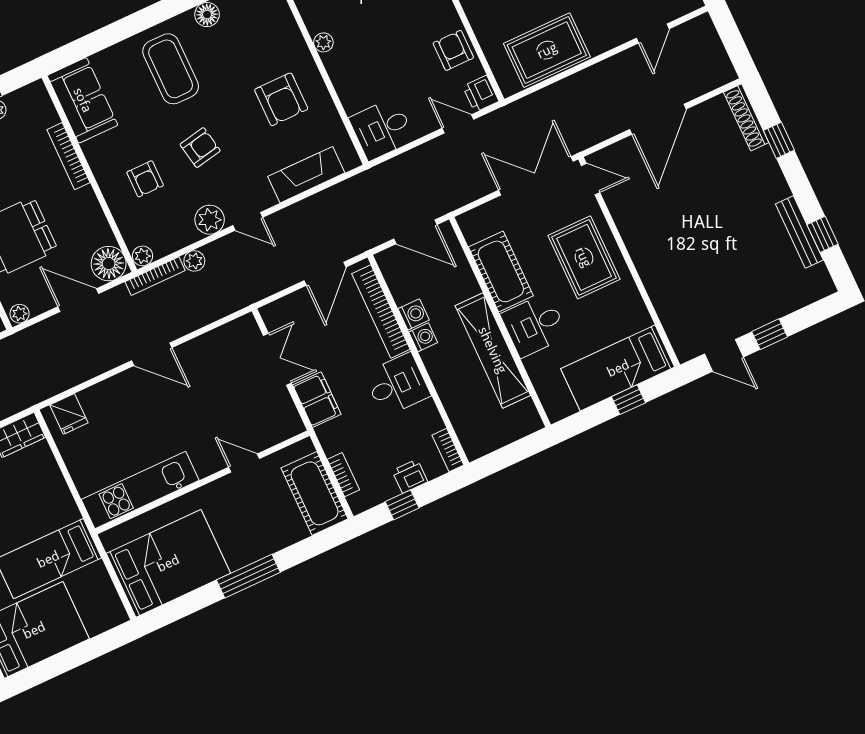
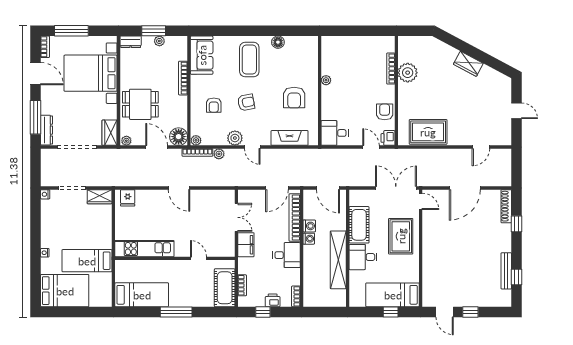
bed: (168, 563) -> (142, 295), width x0.67

